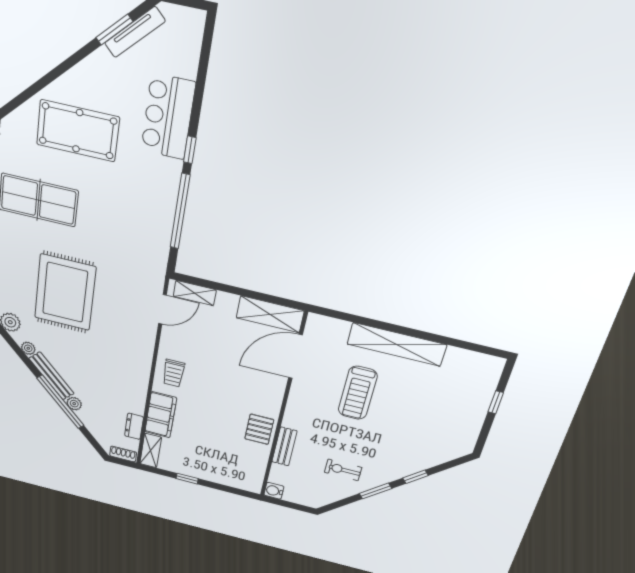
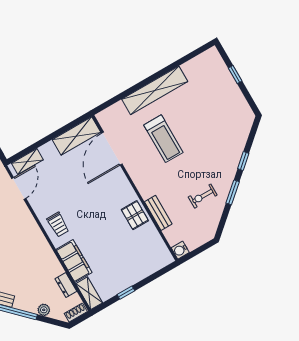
plant: (74, 404) -> (44, 310), moved

